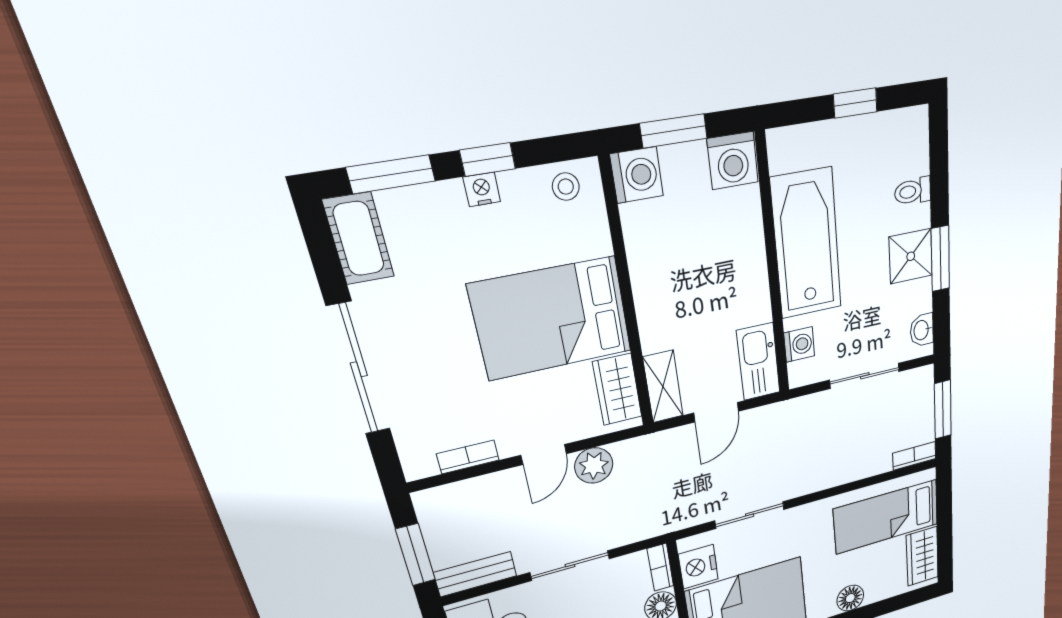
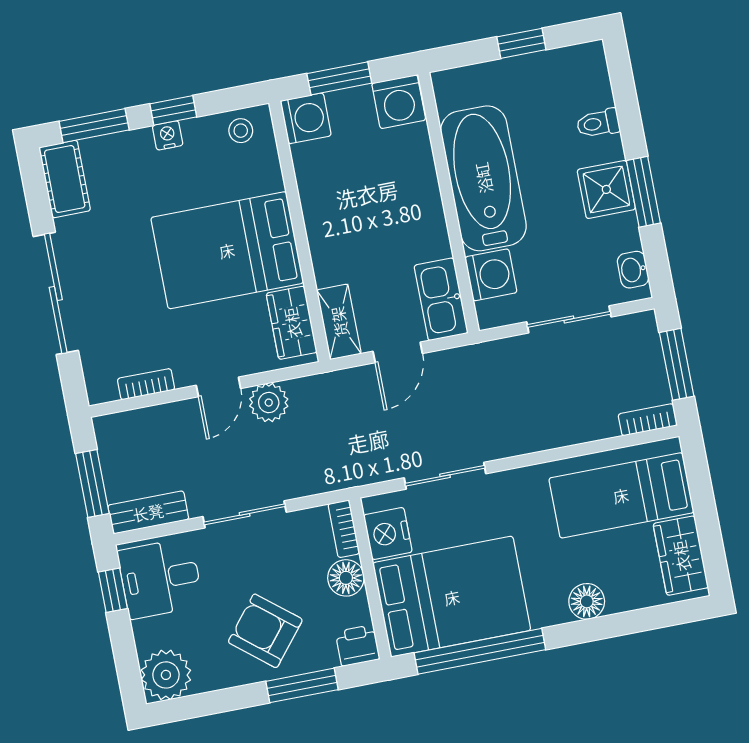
washing machine: (799, 344) -> (491, 275), width x1.38, depth x1.38

